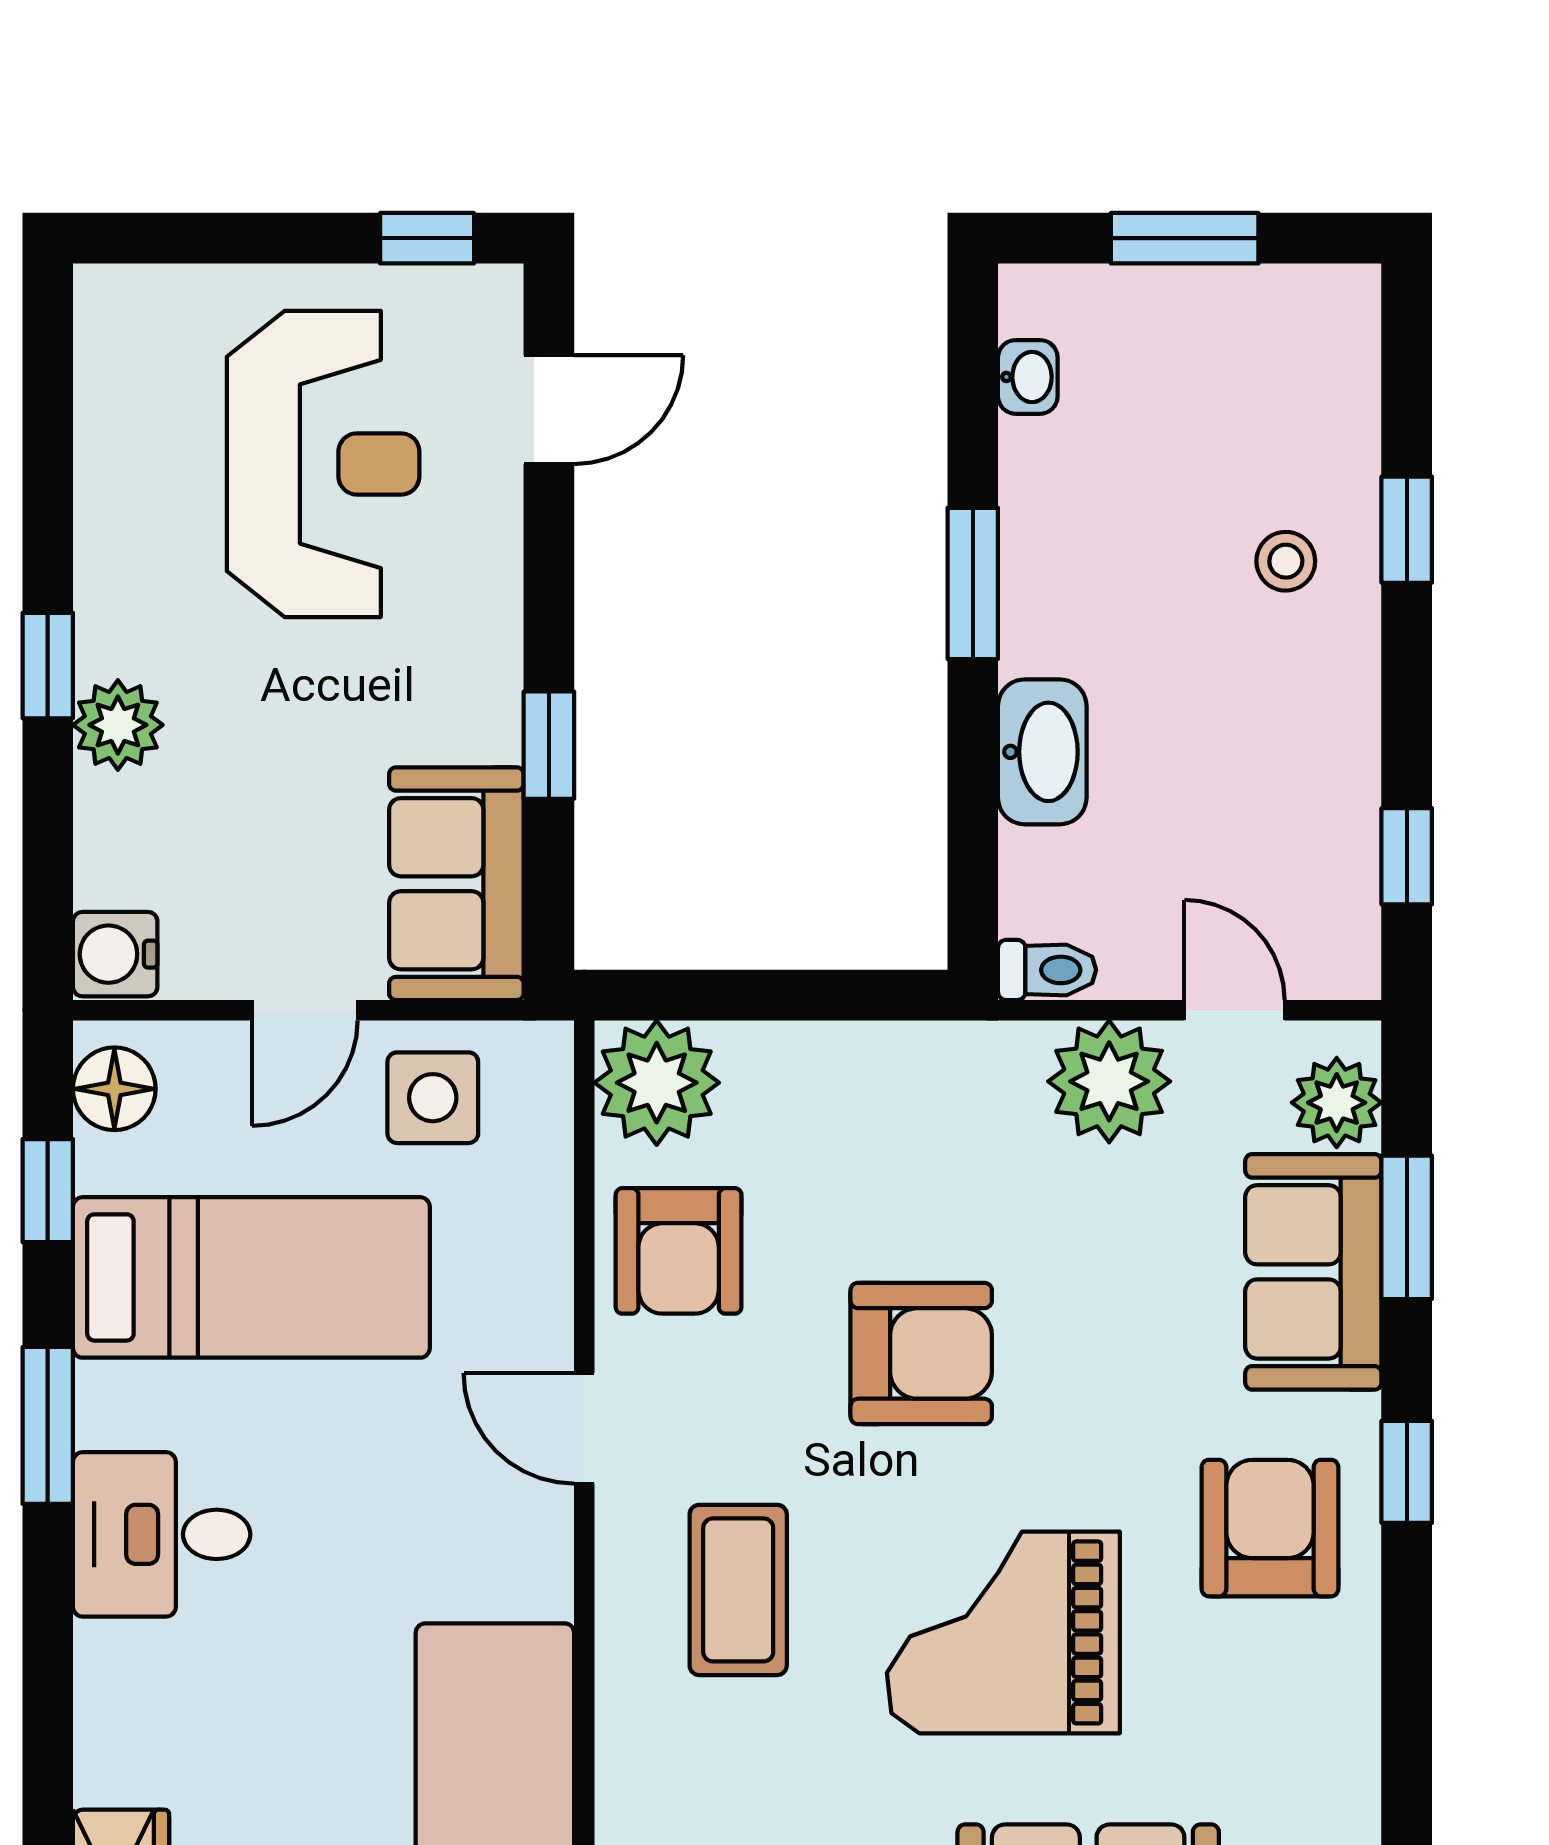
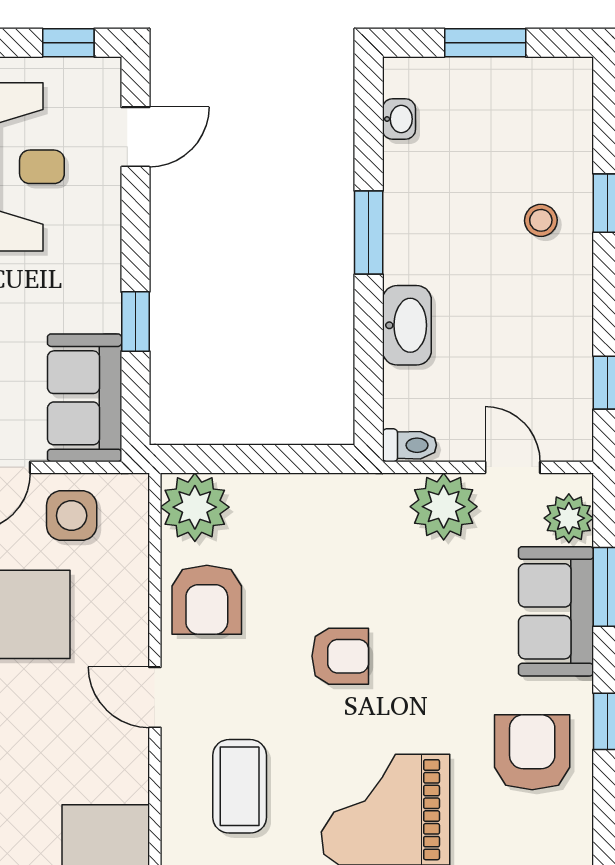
armchair: (921, 1353) -> (340, 656), width x0.72, depth x0.72

